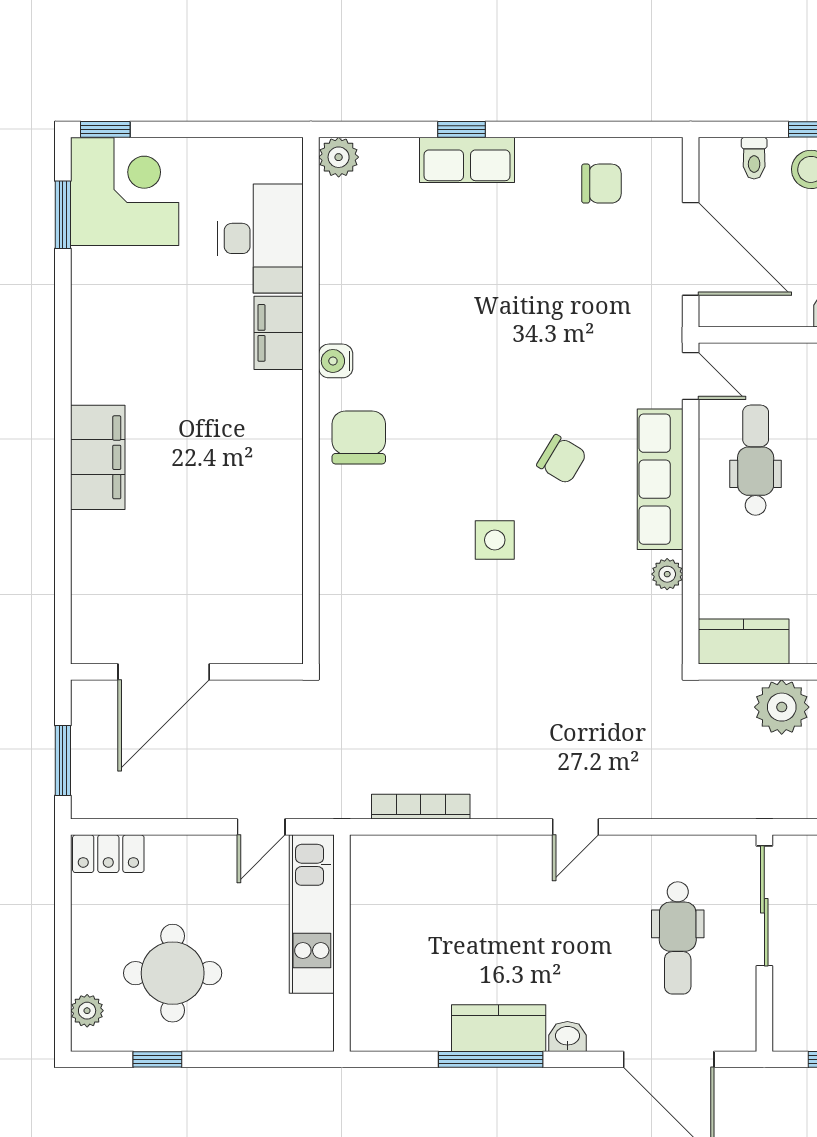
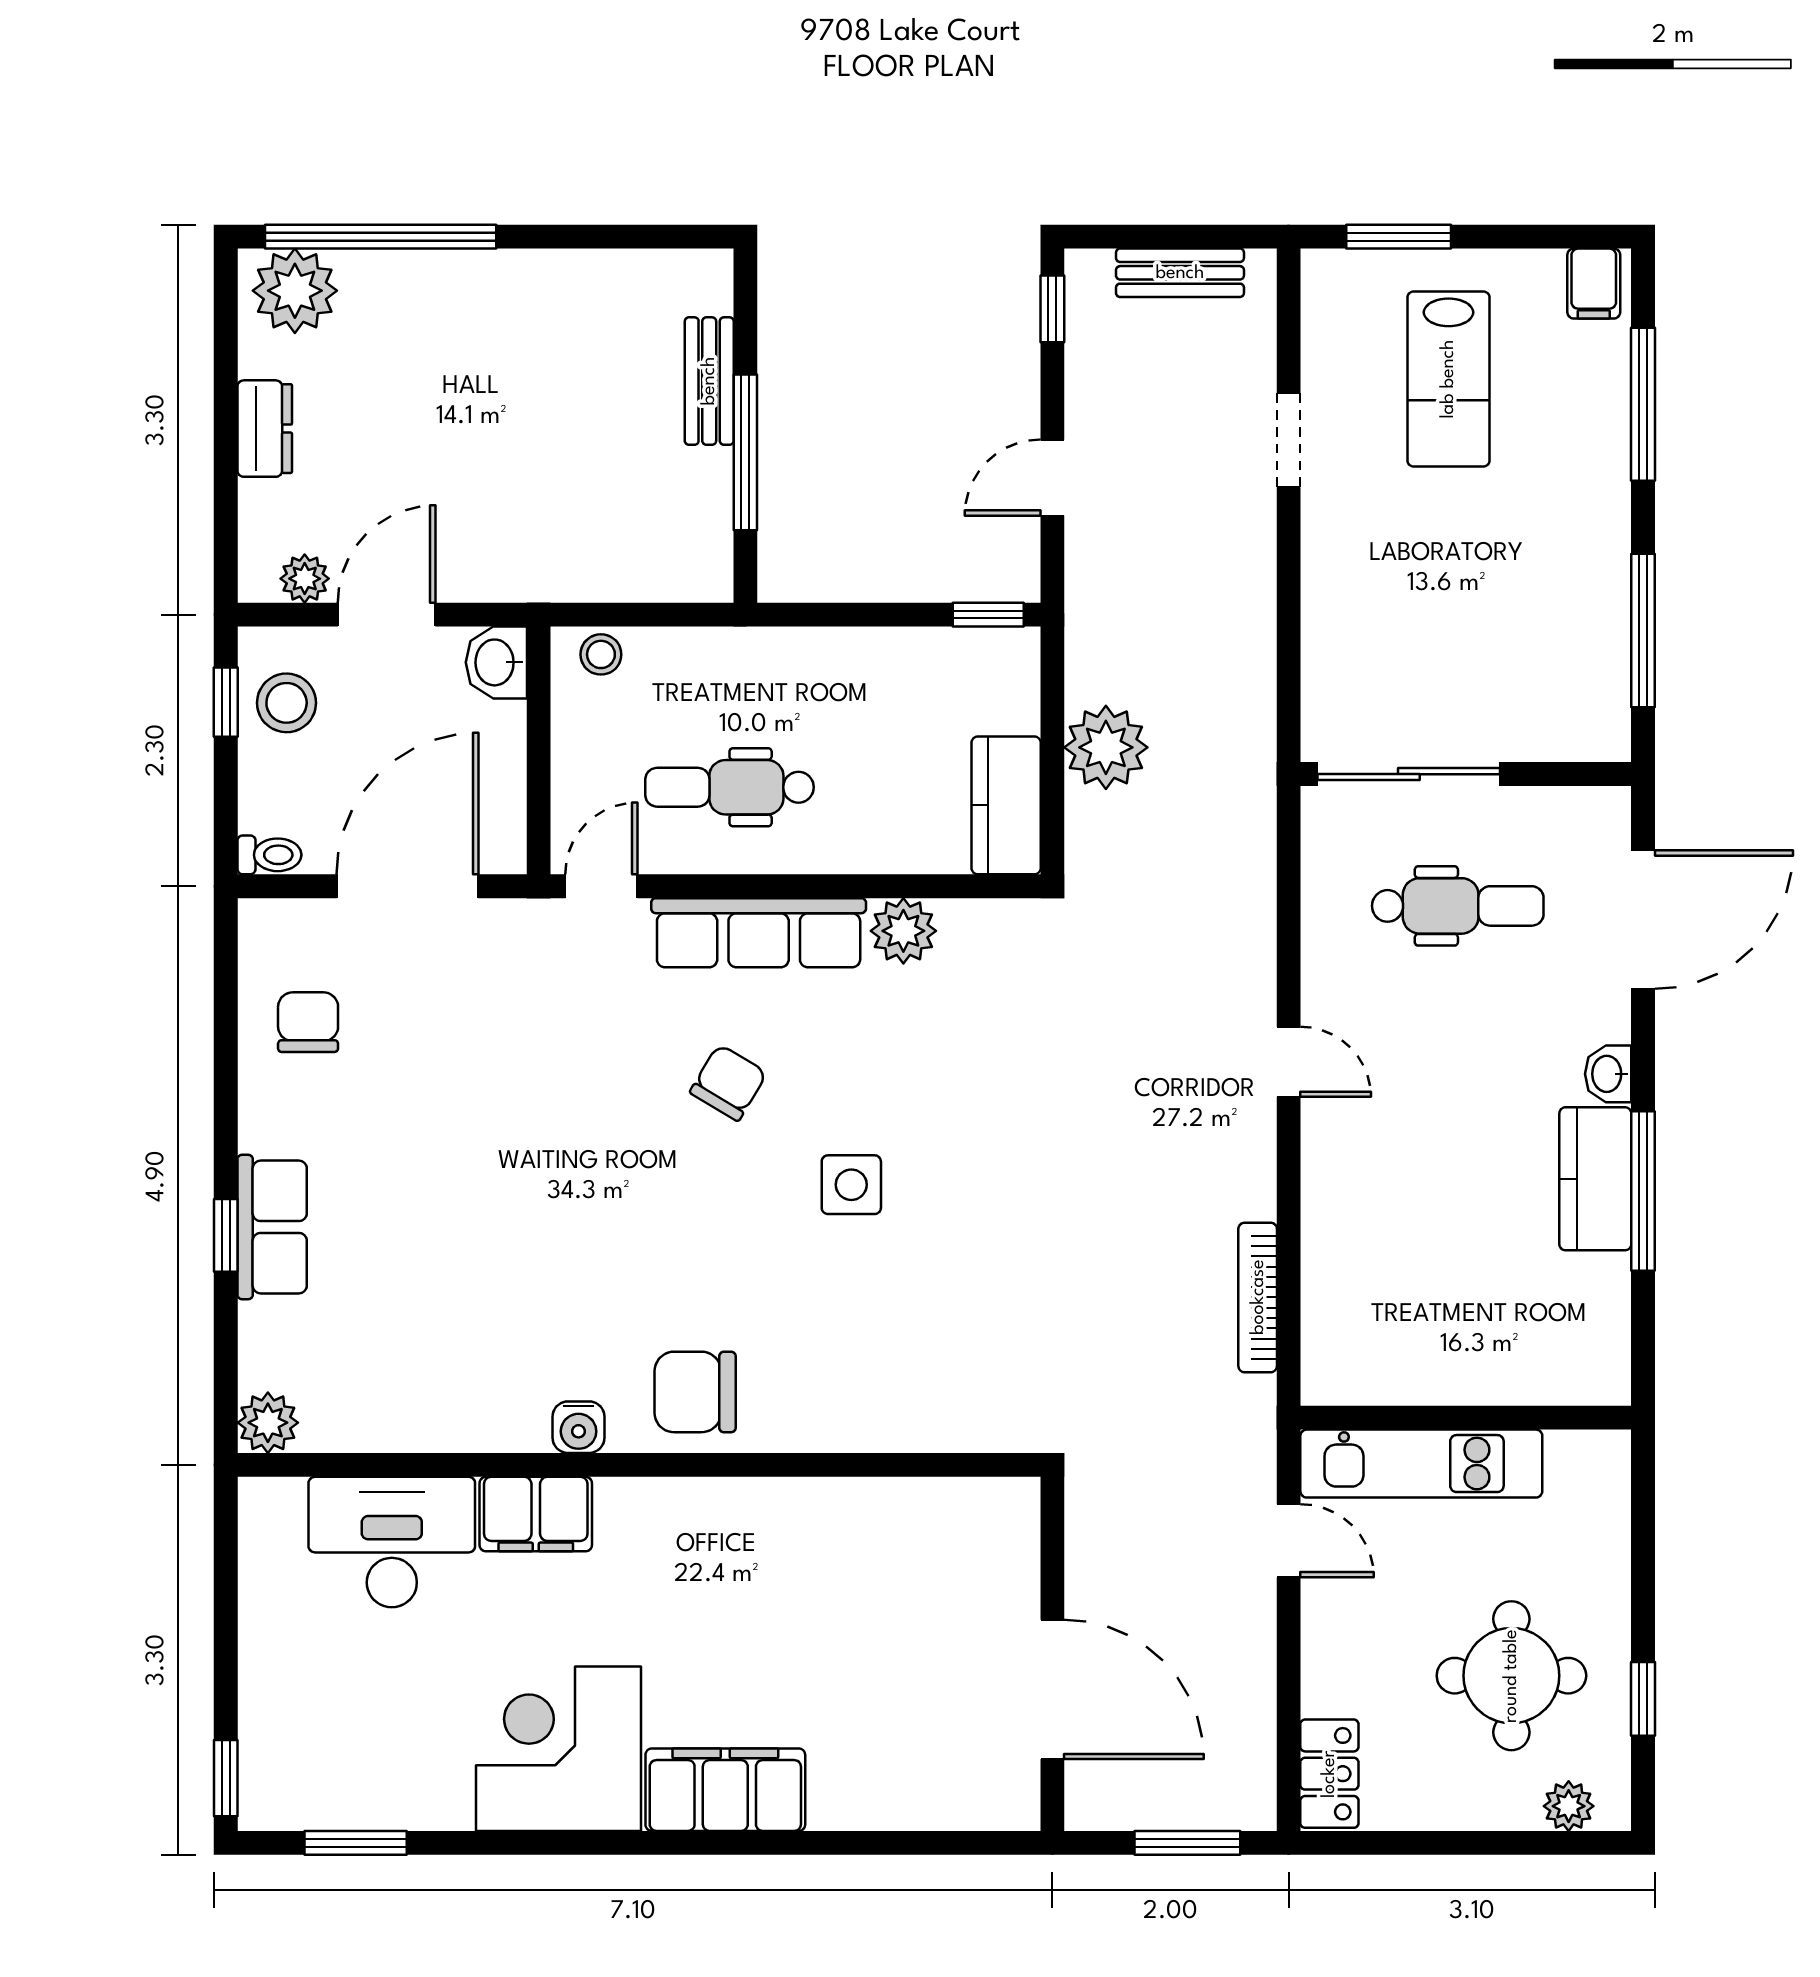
toilet: (754, 158) -> (269, 855), moved
corner desk: (125, 192) -> (559, 1749), moved
plant: (667, 574) -> (903, 931), width x1.38, depth x1.38

